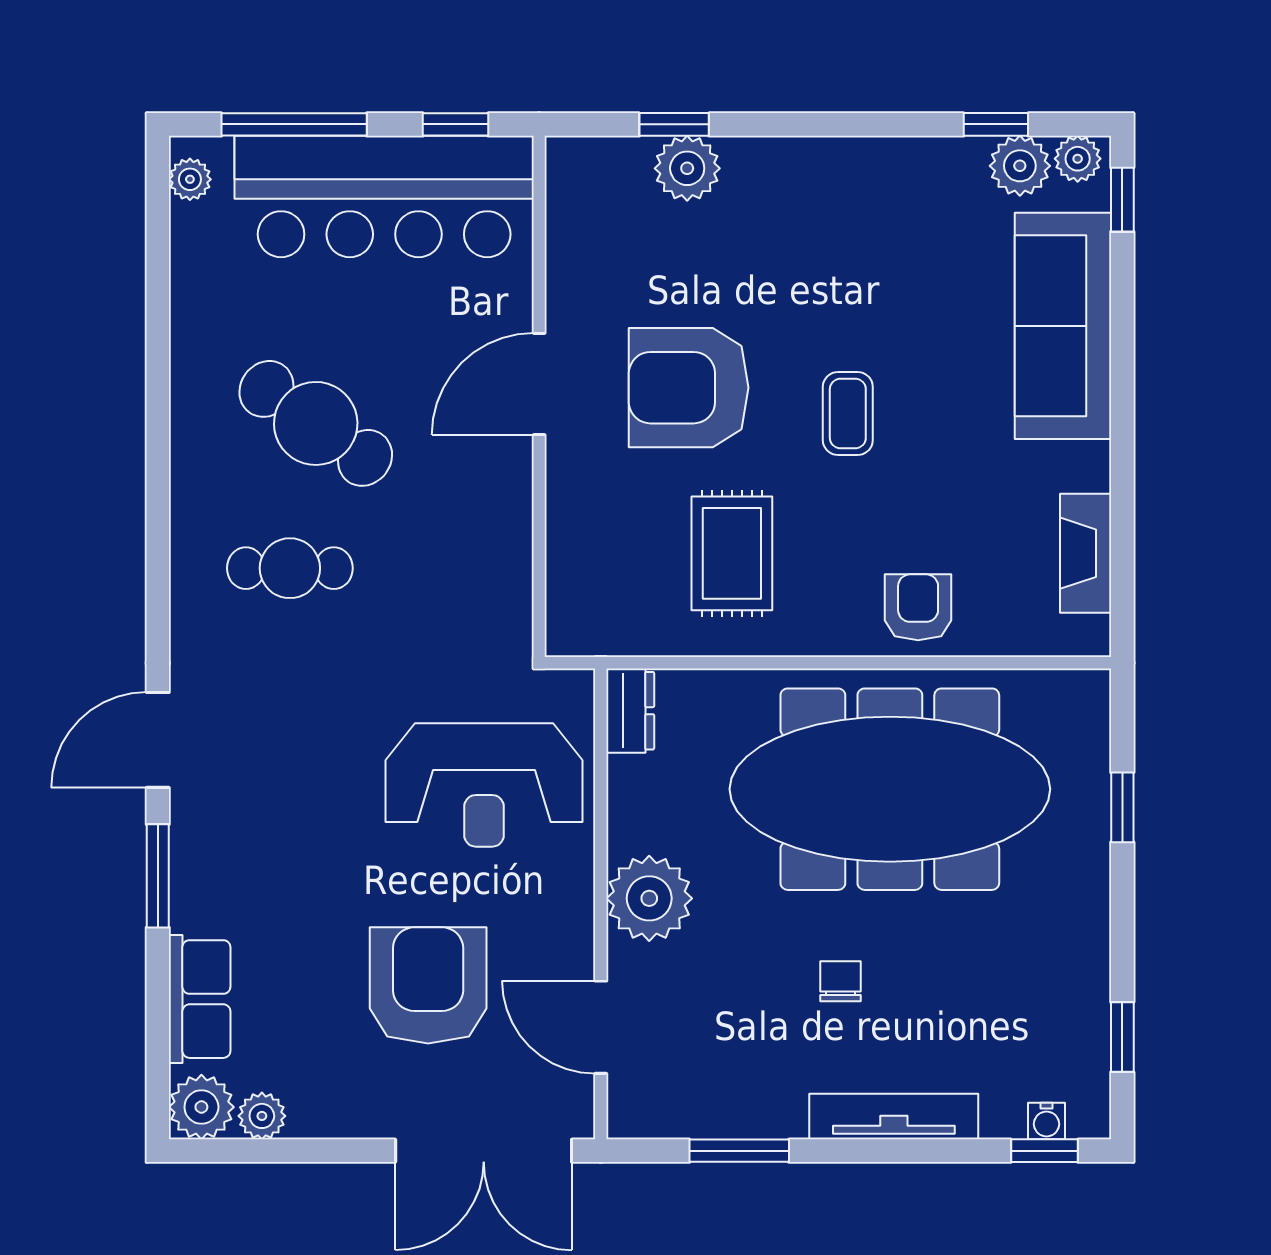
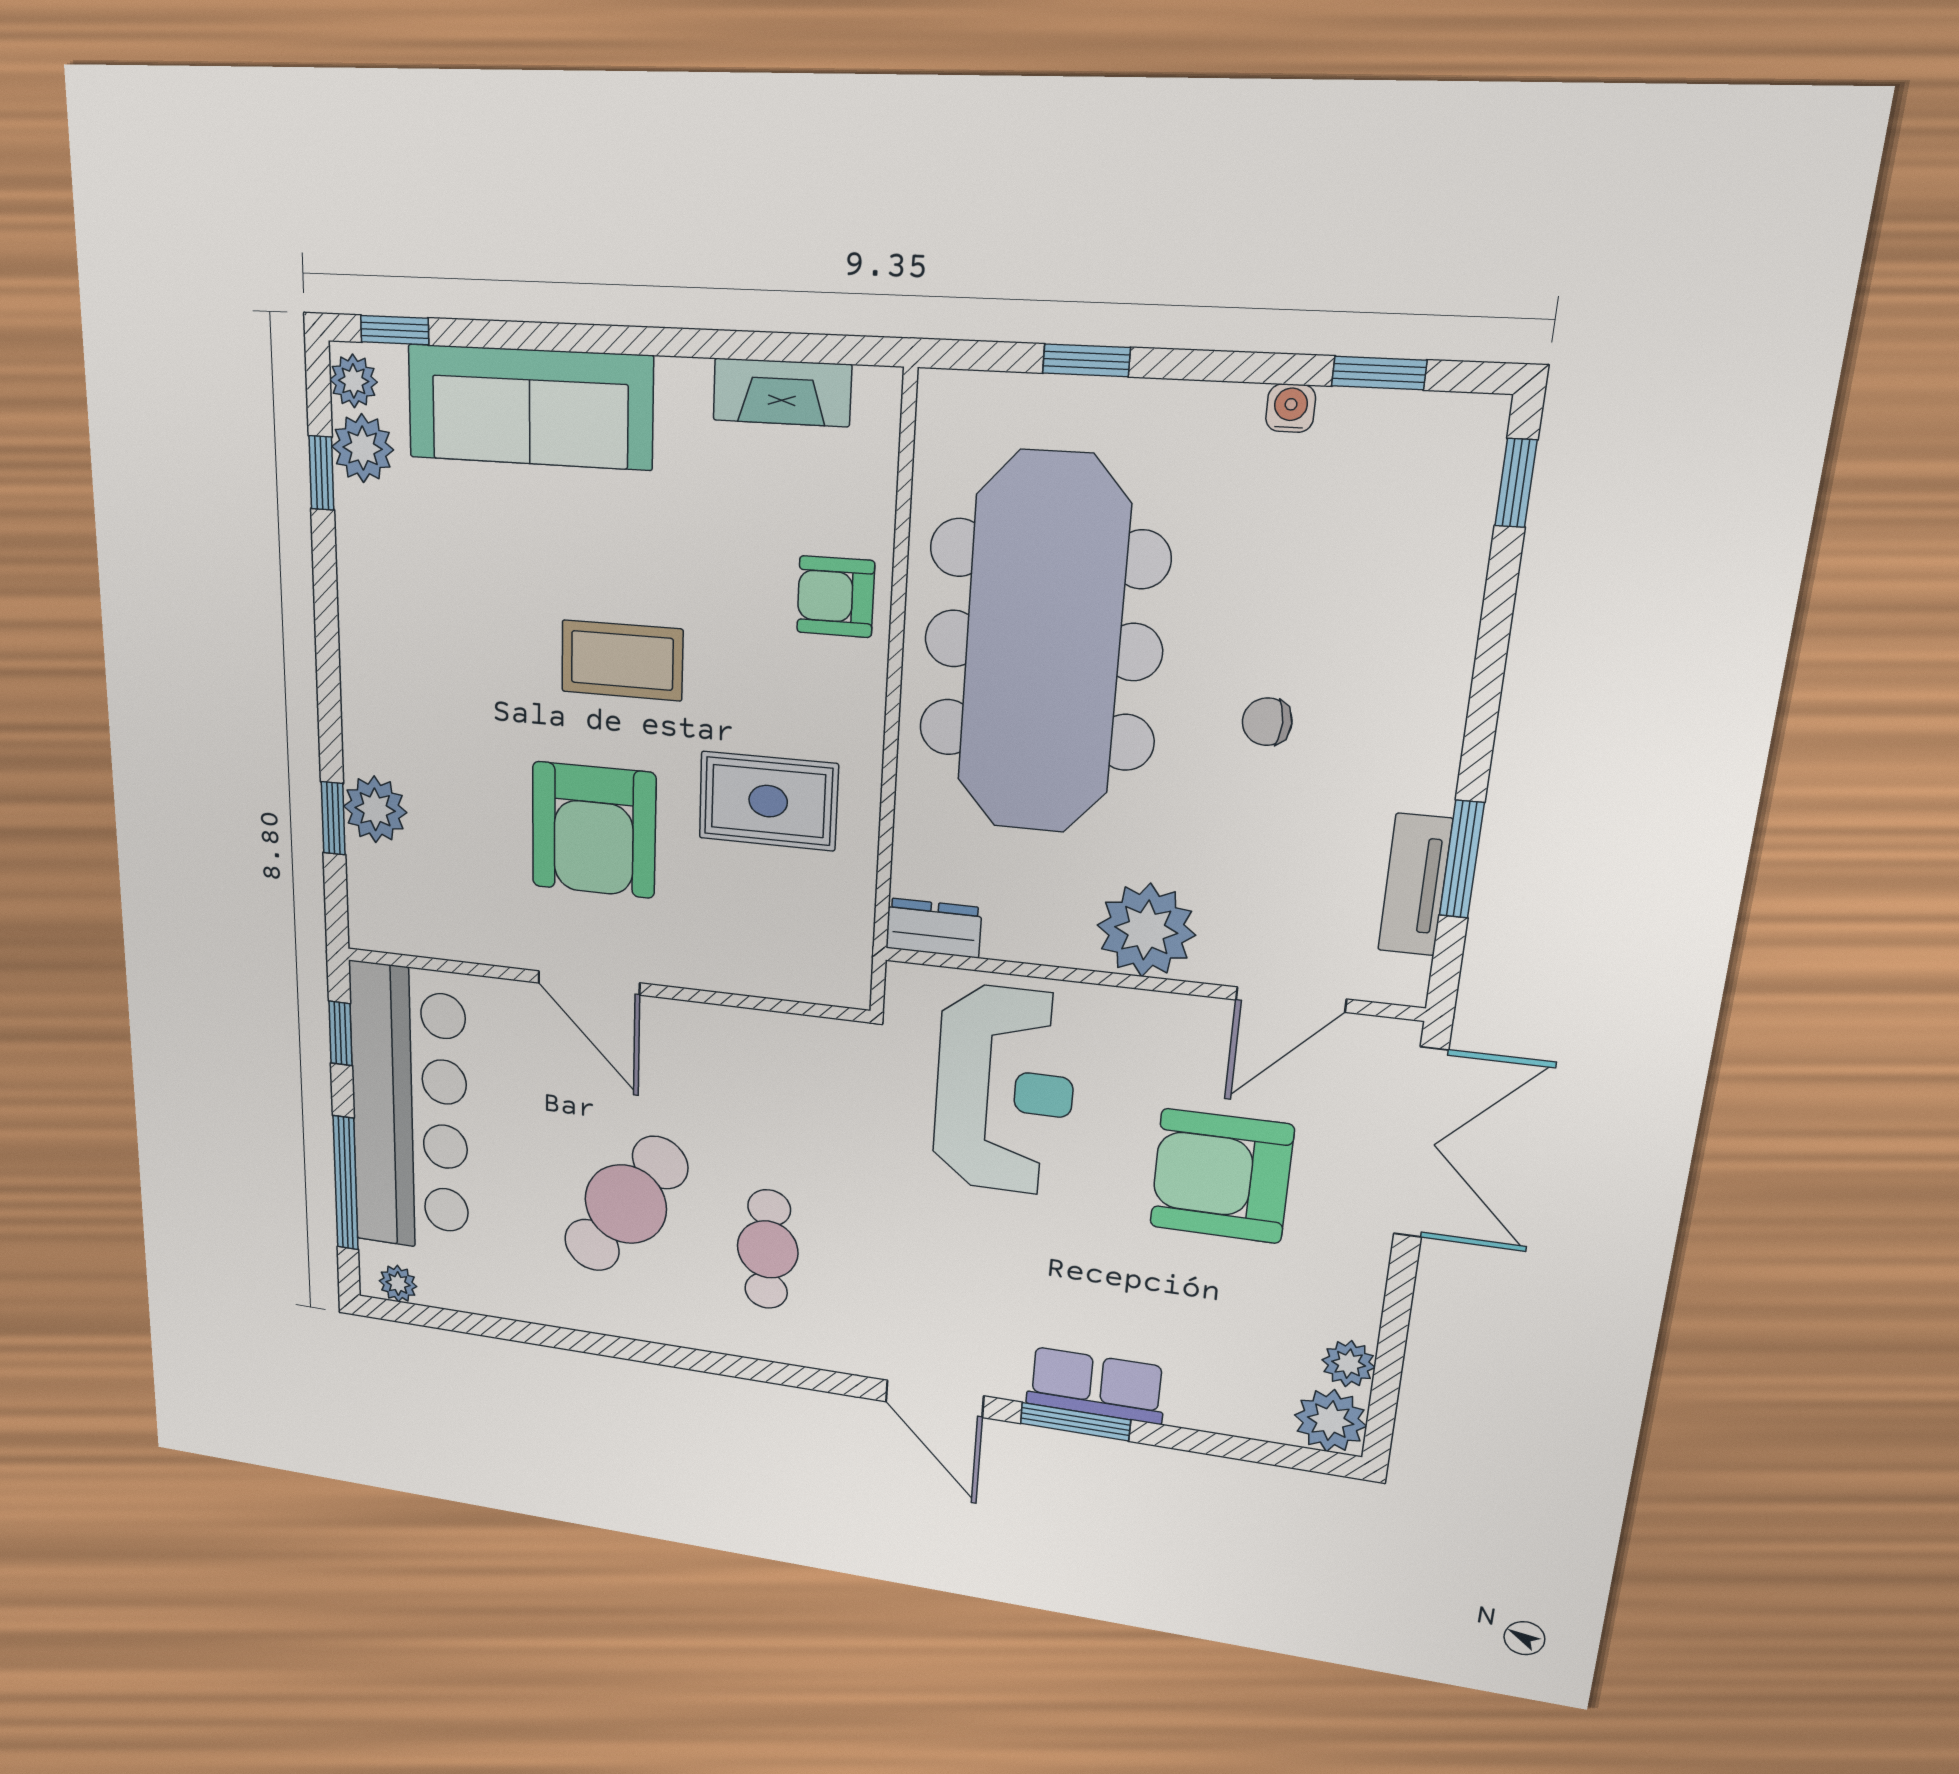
coffee table: (848, 414) -> (622, 660), width x1.36, depth x1.30
row of seats: (200, 999) -> (1096, 1385), moved
tv unit: (894, 1117) -> (1415, 885), moved, width x0.71
water cooler: (1046, 1121) -> (1291, 408), moved, turned -90

